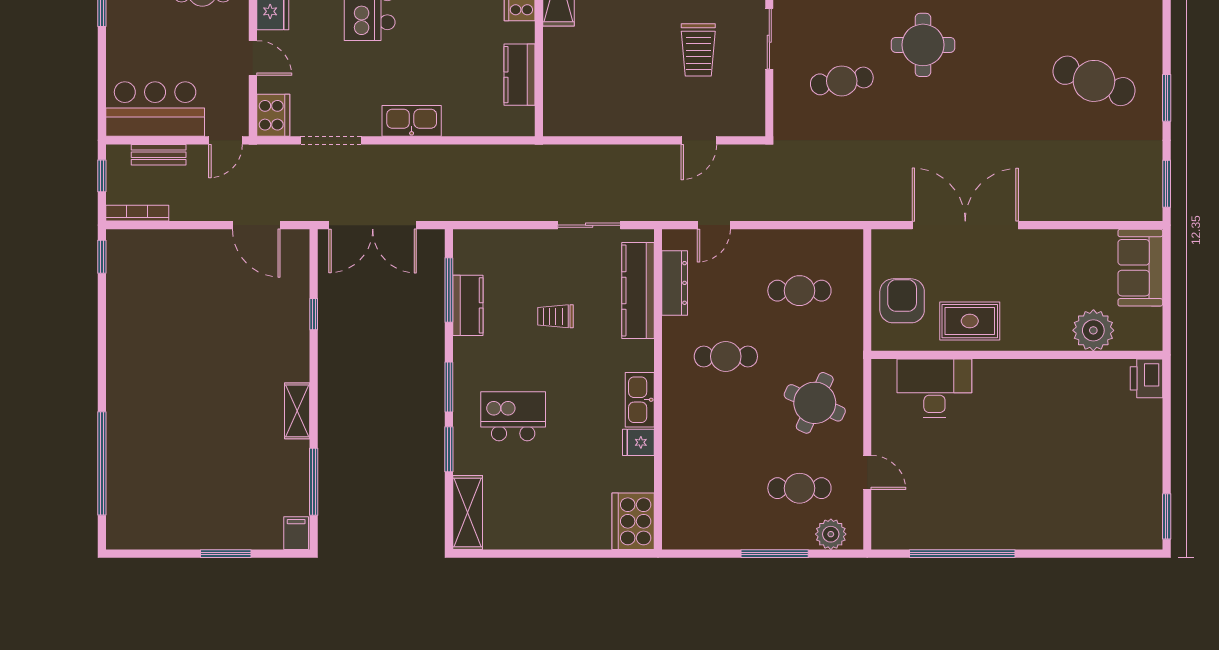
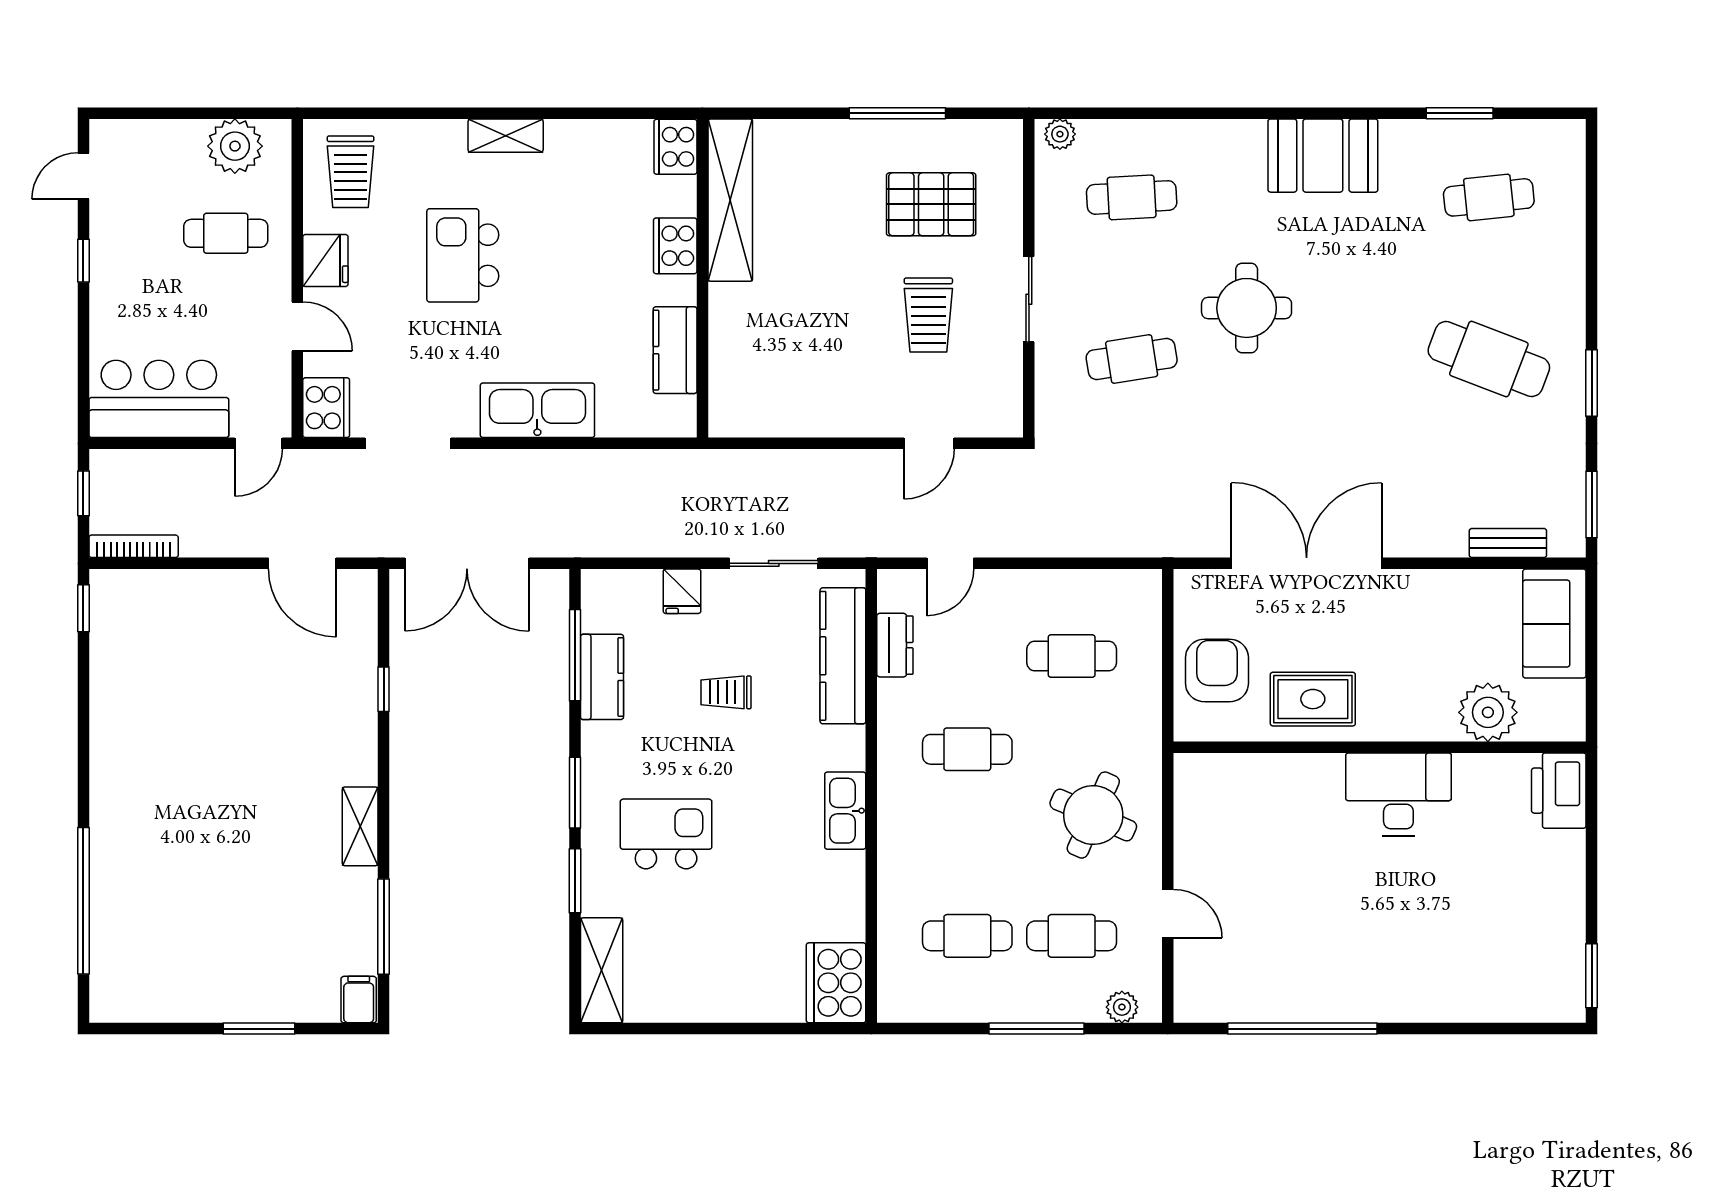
kitchen sink: (412, 121) -> (537, 410), width x1.36, depth x1.24
bench: (159, 155) -> (1508, 543), moved
dresser: (675, 283) -> (895, 645), width x0.70
printer: (1147, 378) -> (1559, 791), width x1.37, depth x1.19
desk: (934, 388) -> (1398, 794), moved
fridge: (638, 442) -> (682, 591), moved, turned -90
cafe table: (726, 488) -> (967, 936), added
plant: (831, 534) -> (1122, 1007), width x0.73, depth x0.73

